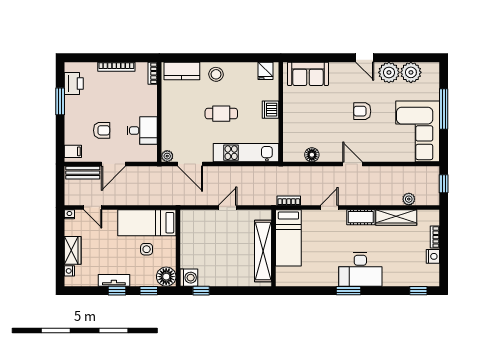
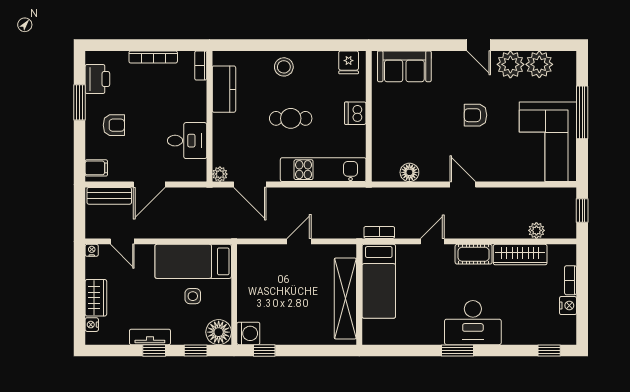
kitchen counter: (182, 71) -> (224, 89), moved, turned -90
armchair: (102, 130) -> (114, 125), moved

